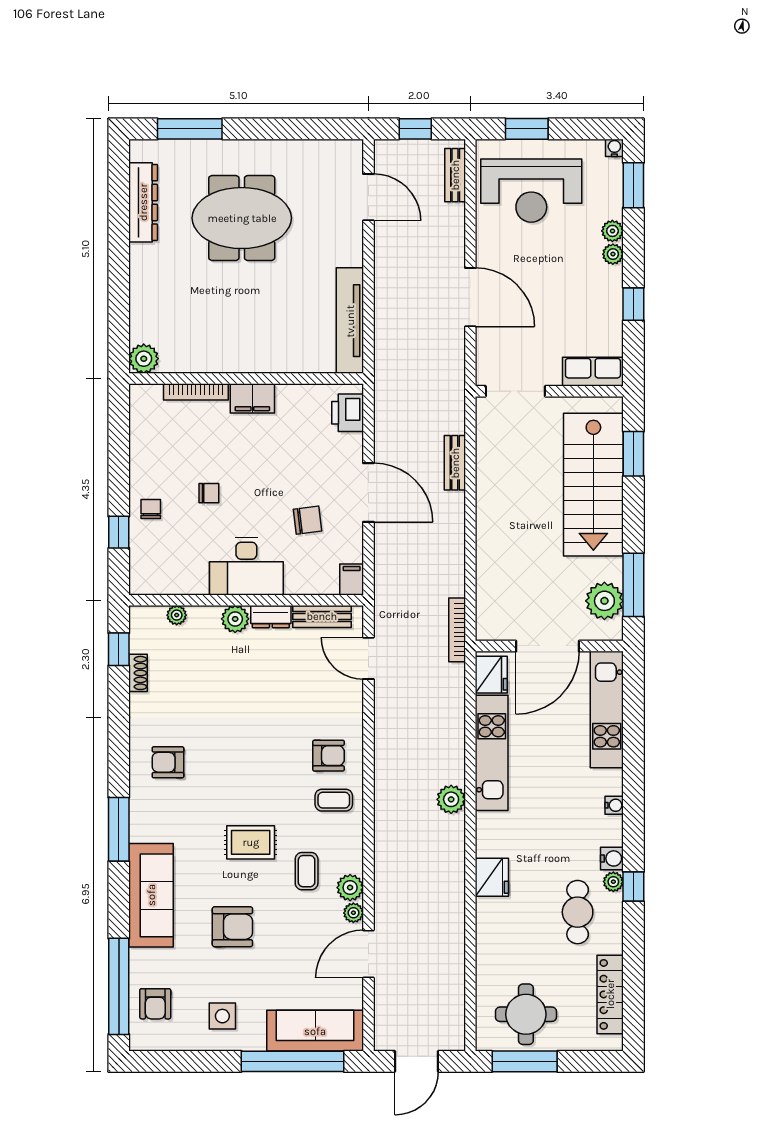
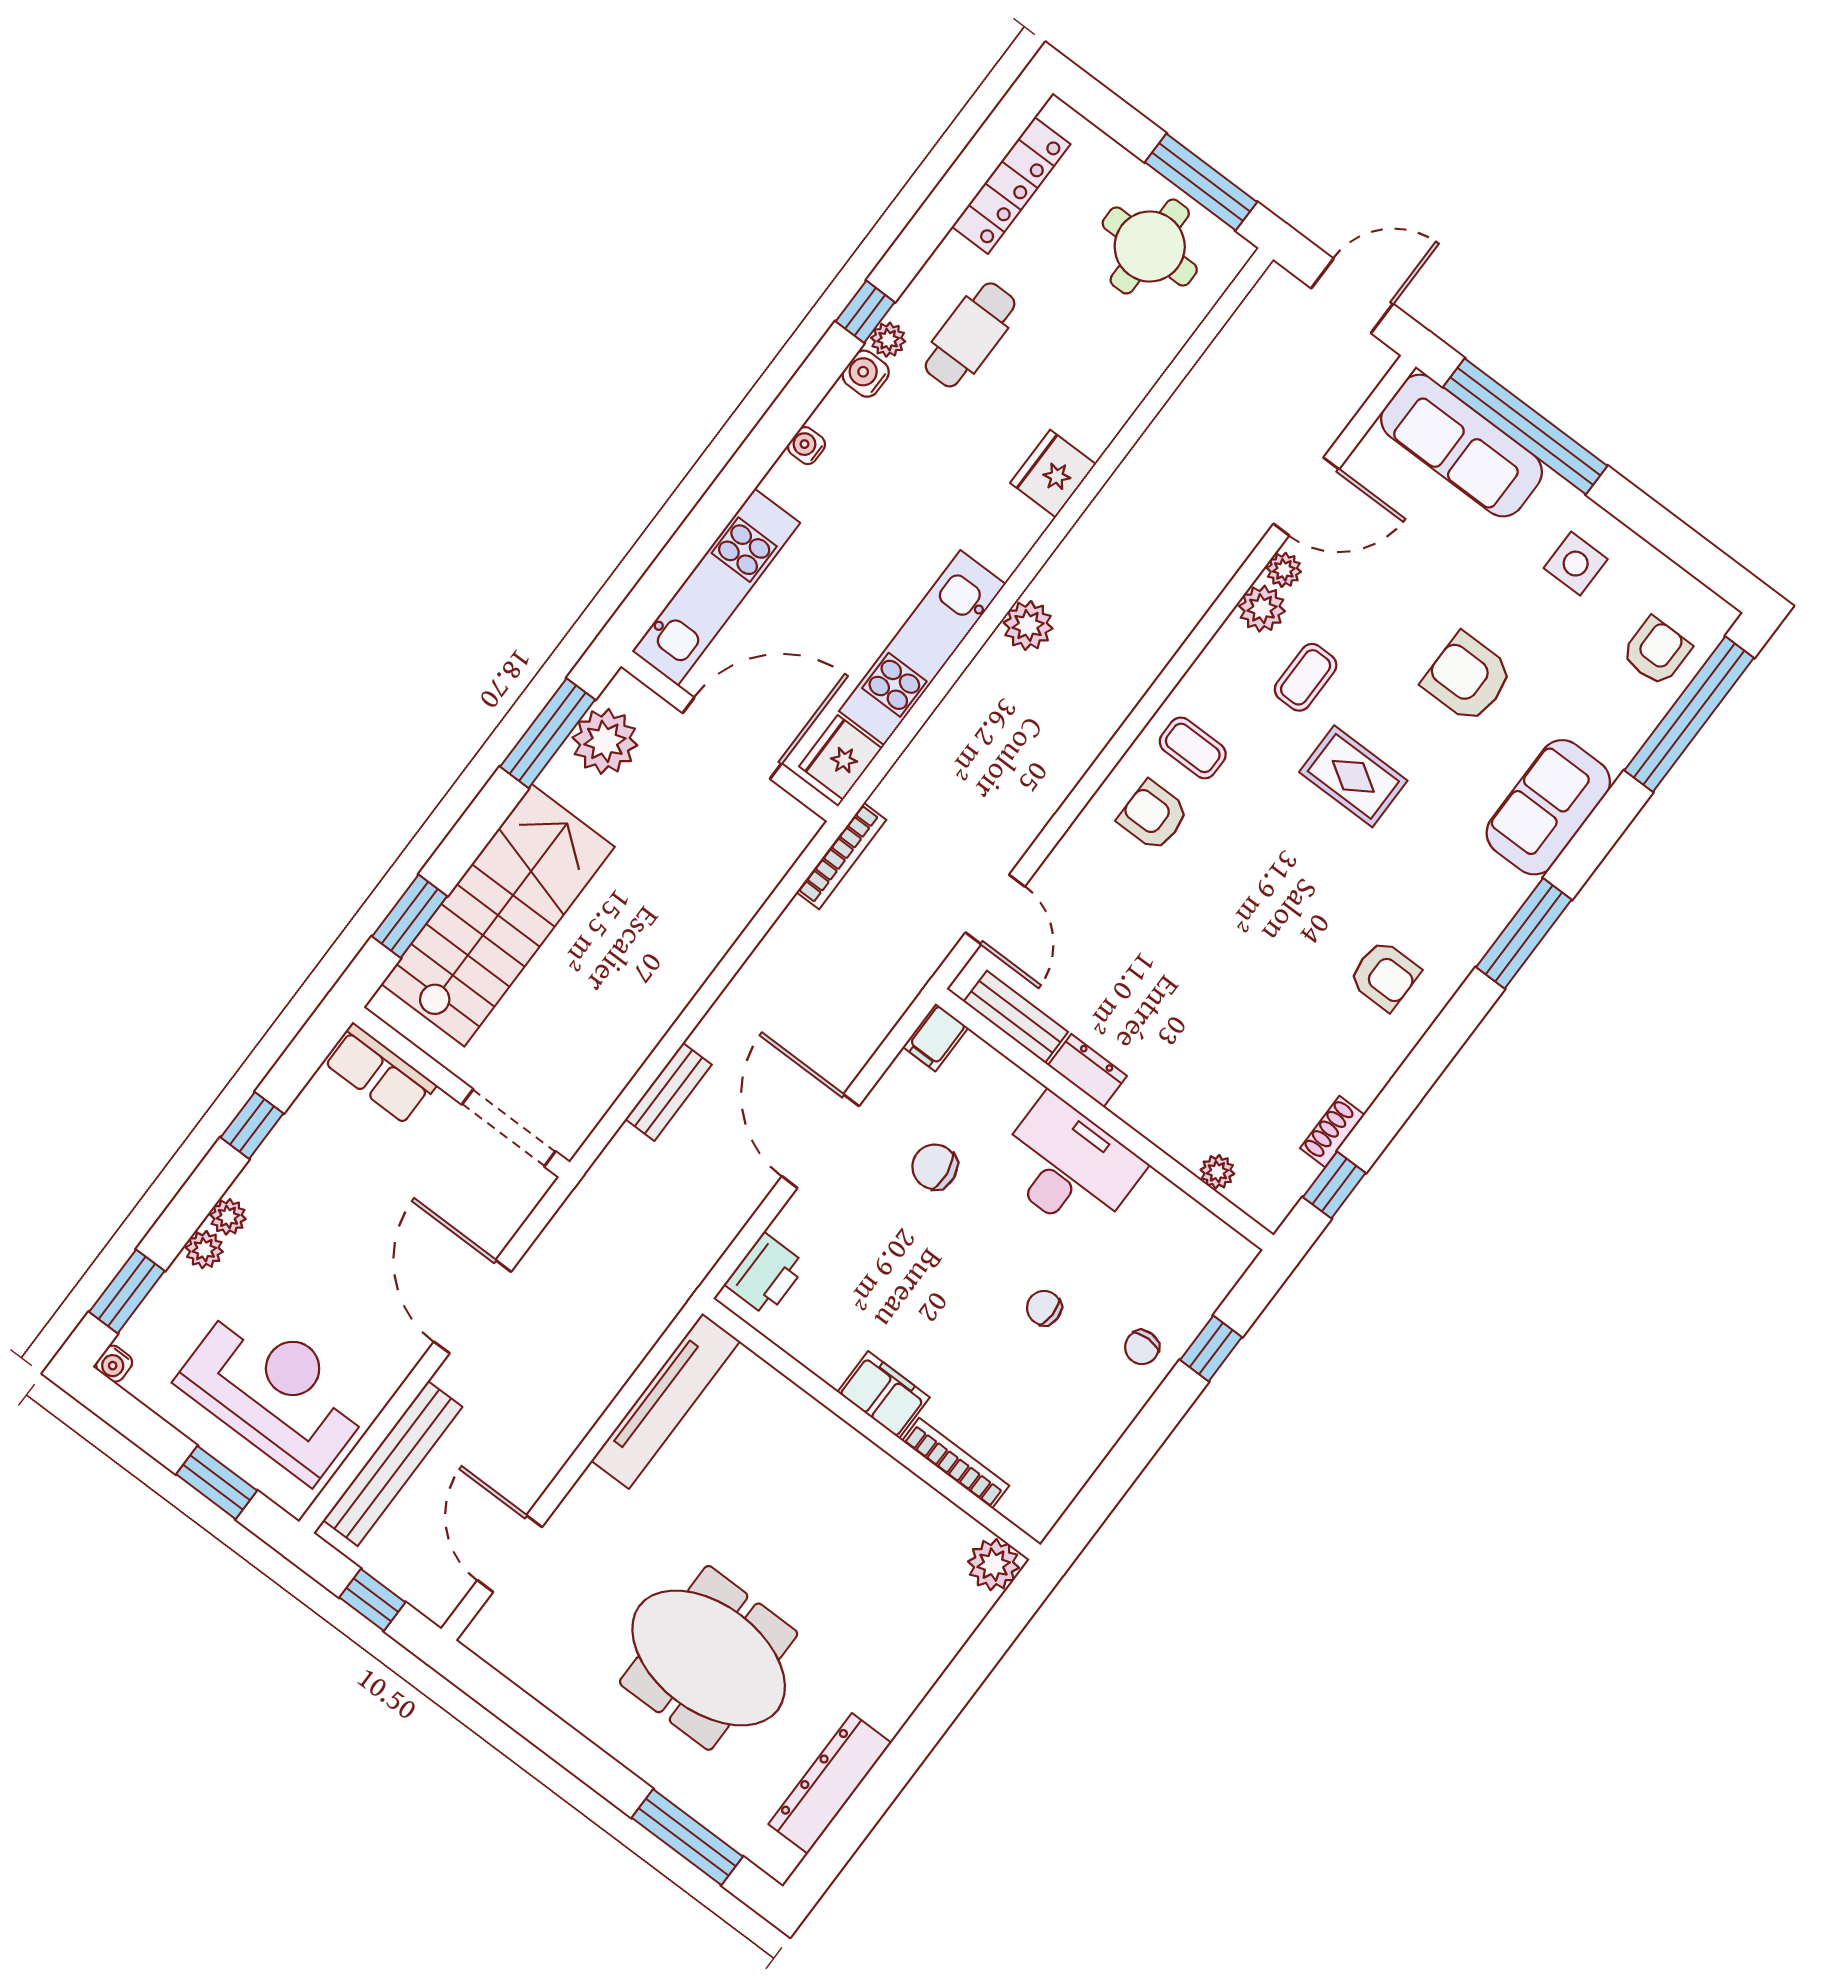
bench: (455, 175) -> (393, 1463), width x1.86, depth x1.21
plant: (235, 619) -> (1140, 1105), removed
sofa: (151, 895) -> (1548, 807), width x0.73

